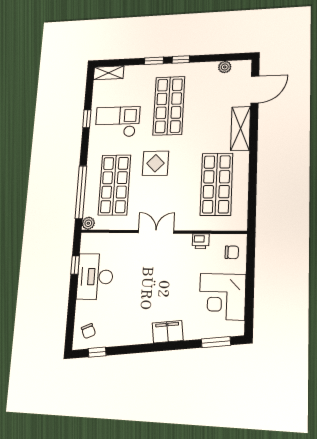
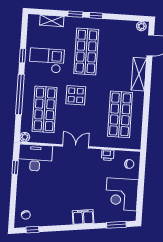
plant: (225, 67) -> (141, 26), moved
shelving: (109, 73) -> (52, 21), moved
window: (81, 192) -> (20, 94), moved
desk: (95, 277) -> (35, 158), moved, turned 90

